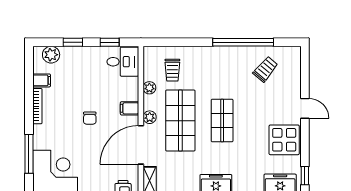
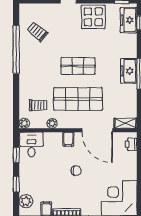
plant: (150, 117) -> (24, 123), moved

